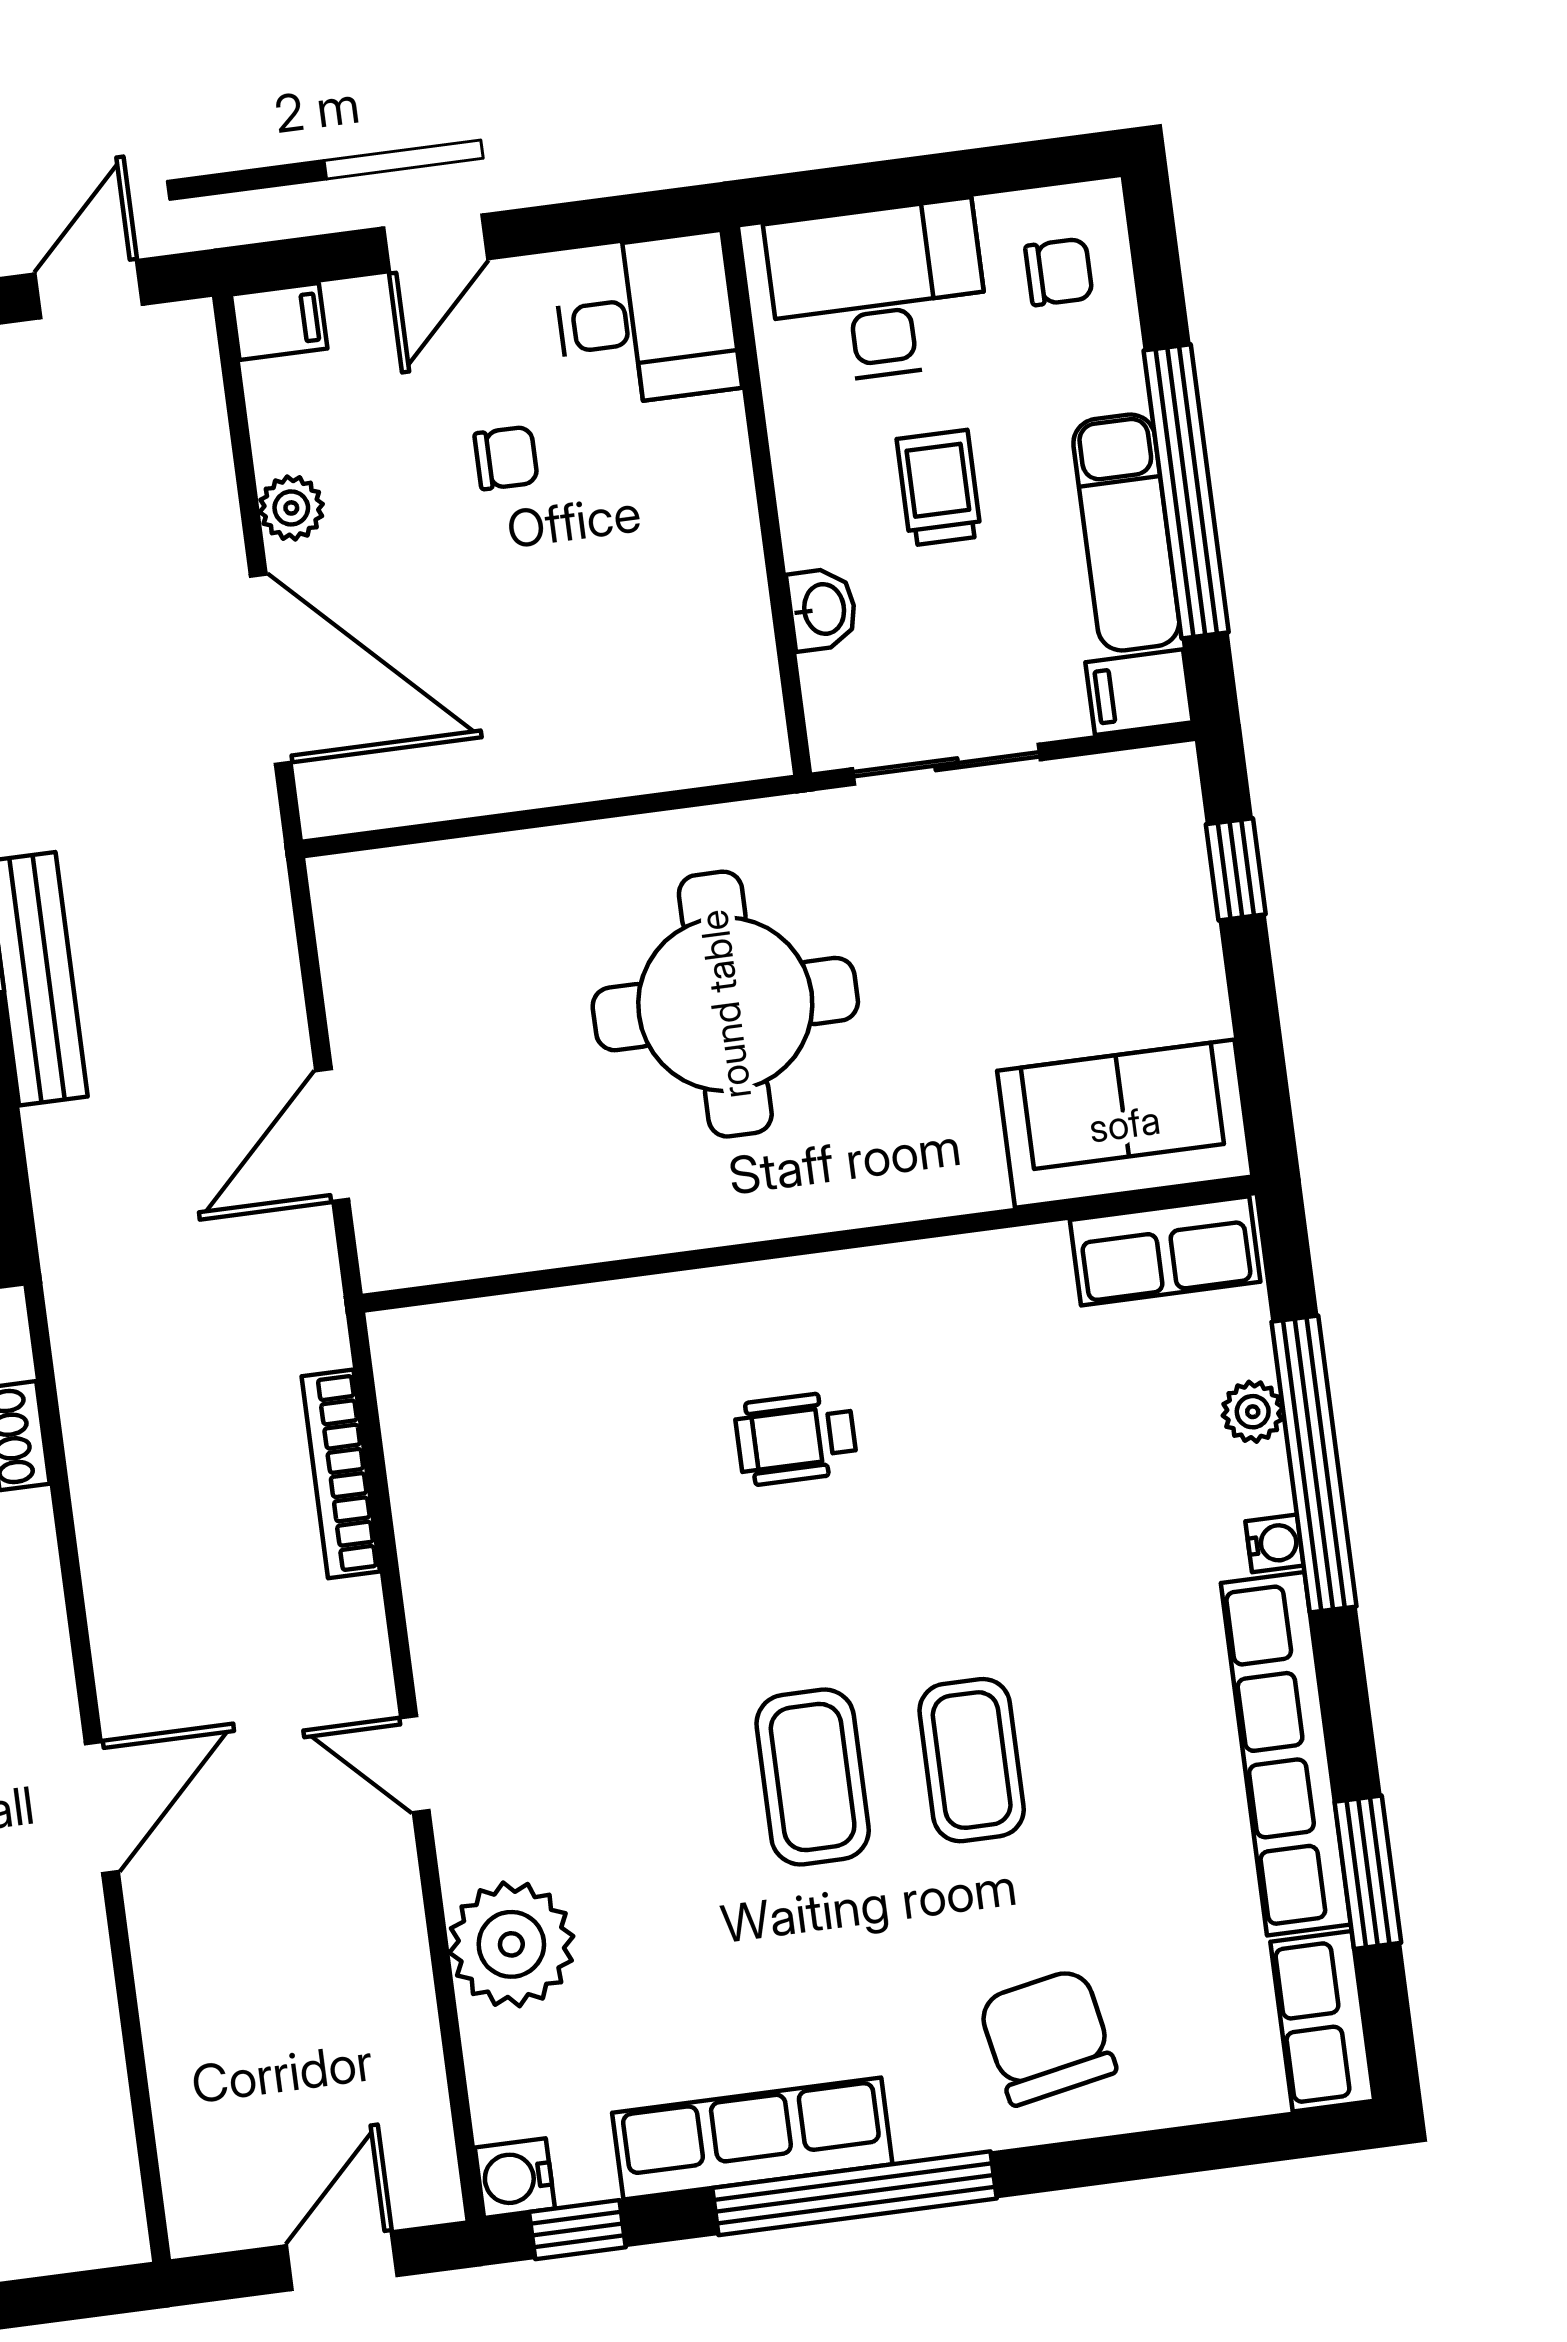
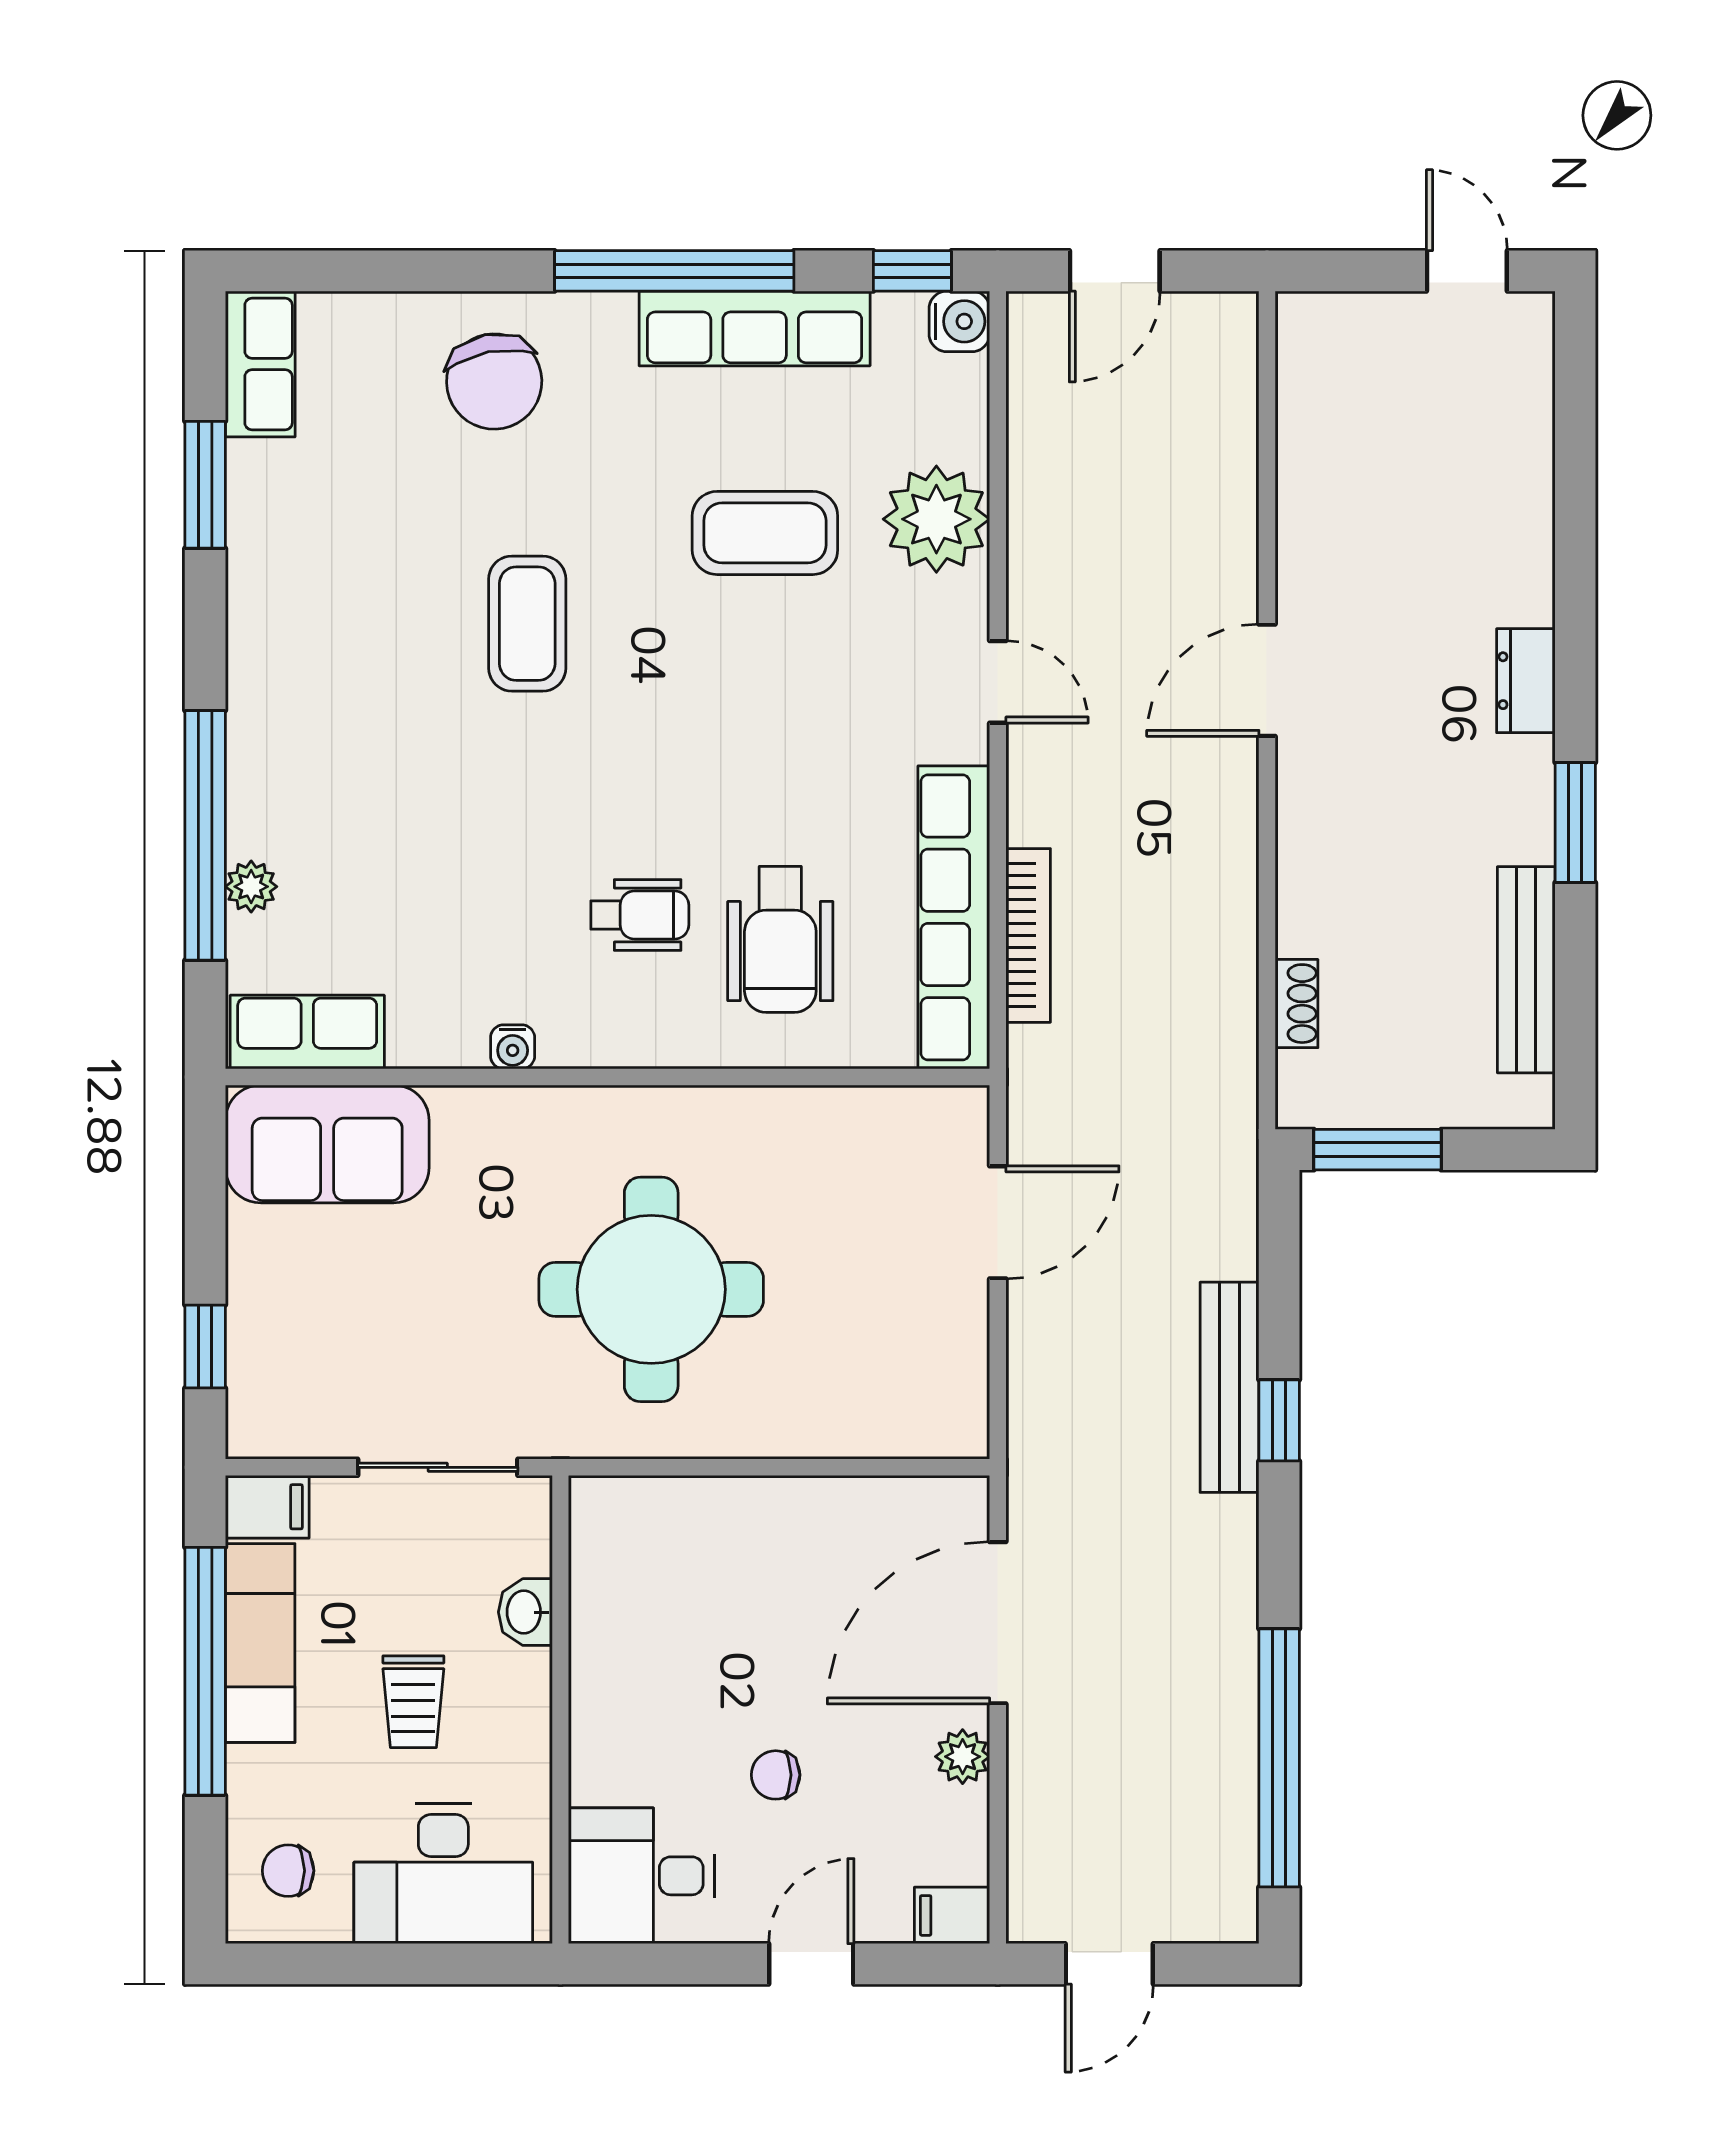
door: (271, 669) -> (998, 1623), hinge flipped
wheelchair: (629, 1431) -> (780, 939), added
water cooler: (1275, 1543) -> (513, 1047), moved, turned -90
row of seats: (1286, 1754) -> (954, 917), moved, turned 180
coffee table: (813, 1777) -> (765, 533), moved, turned 90

